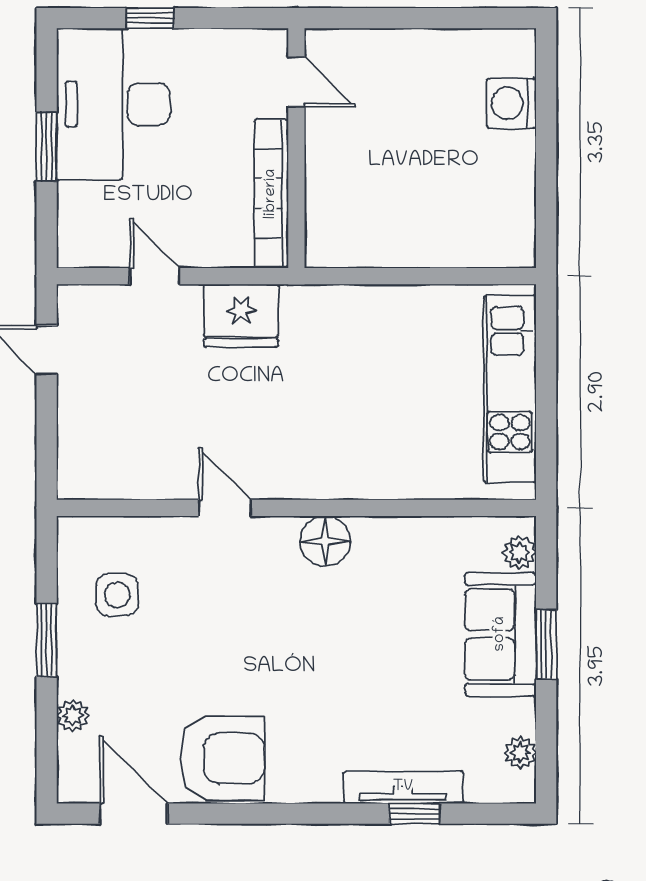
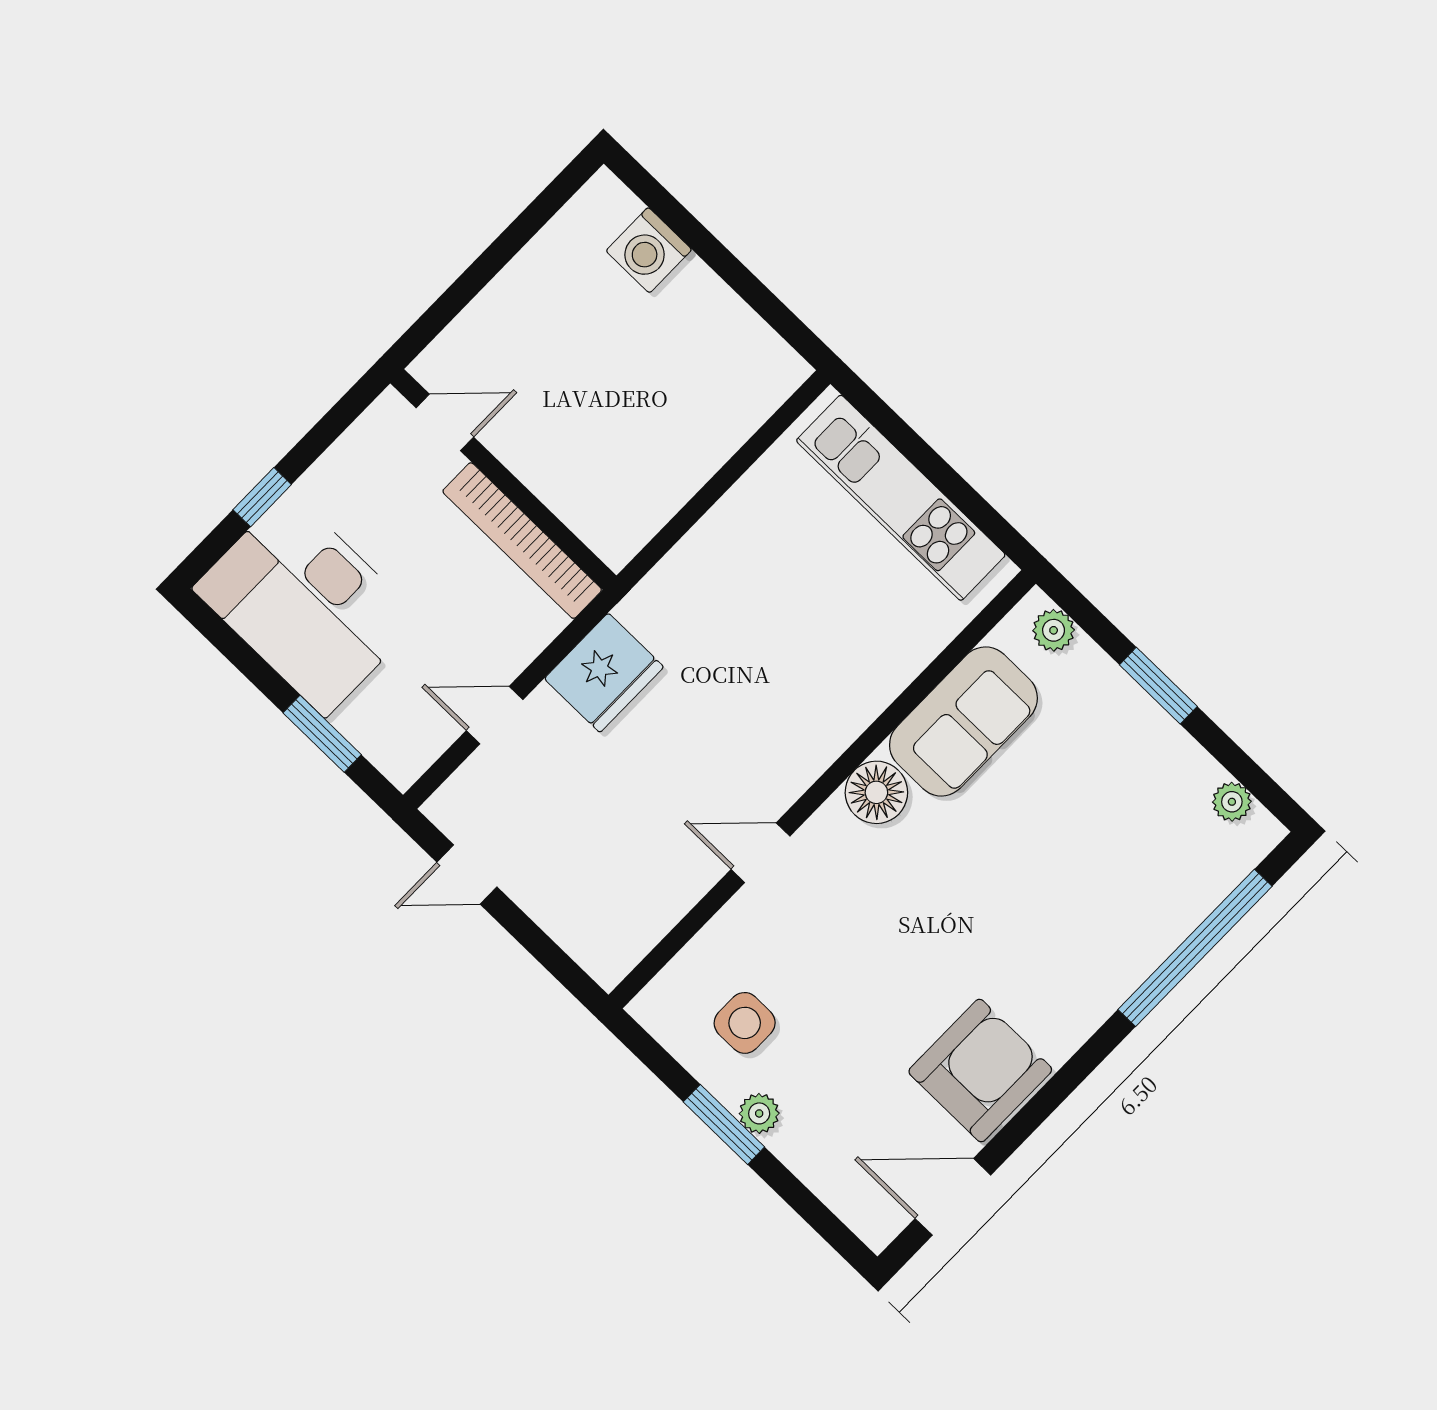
window: (47, 147) -> (322, 734), moved
sofa: (500, 634) -> (963, 721), moved, turned -90
plant: (73, 716) -> (759, 1113), moved
tv unit: (403, 787) -> (1162, 935), removed
window: (415, 814) -> (1195, 948), width x3.17

